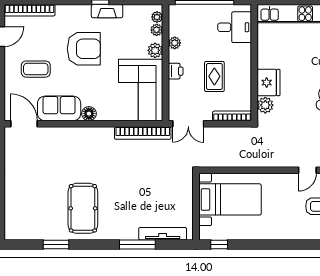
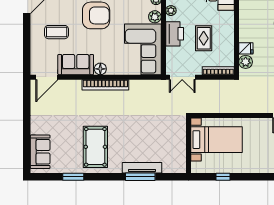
printer: (176, 71) -> (175, 34), width x1.87, depth x1.48
fridge: (268, 83) -> (246, 48), width x0.53, depth x0.75
door: (24, 124) -> (47, 77), swing flipped
bookcase: (143, 133) -> (105, 85), moved
sofa: (16, 214) -> (40, 152), added
tv unit: (163, 234) -> (142, 168), moved
window: (219, 245) -> (223, 177), moved

